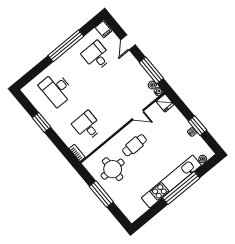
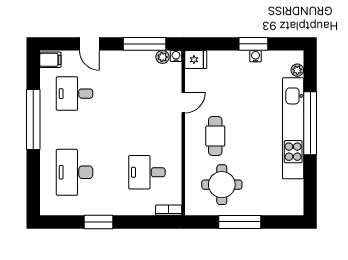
desk: (57, 89) -> (74, 172), turned 90

